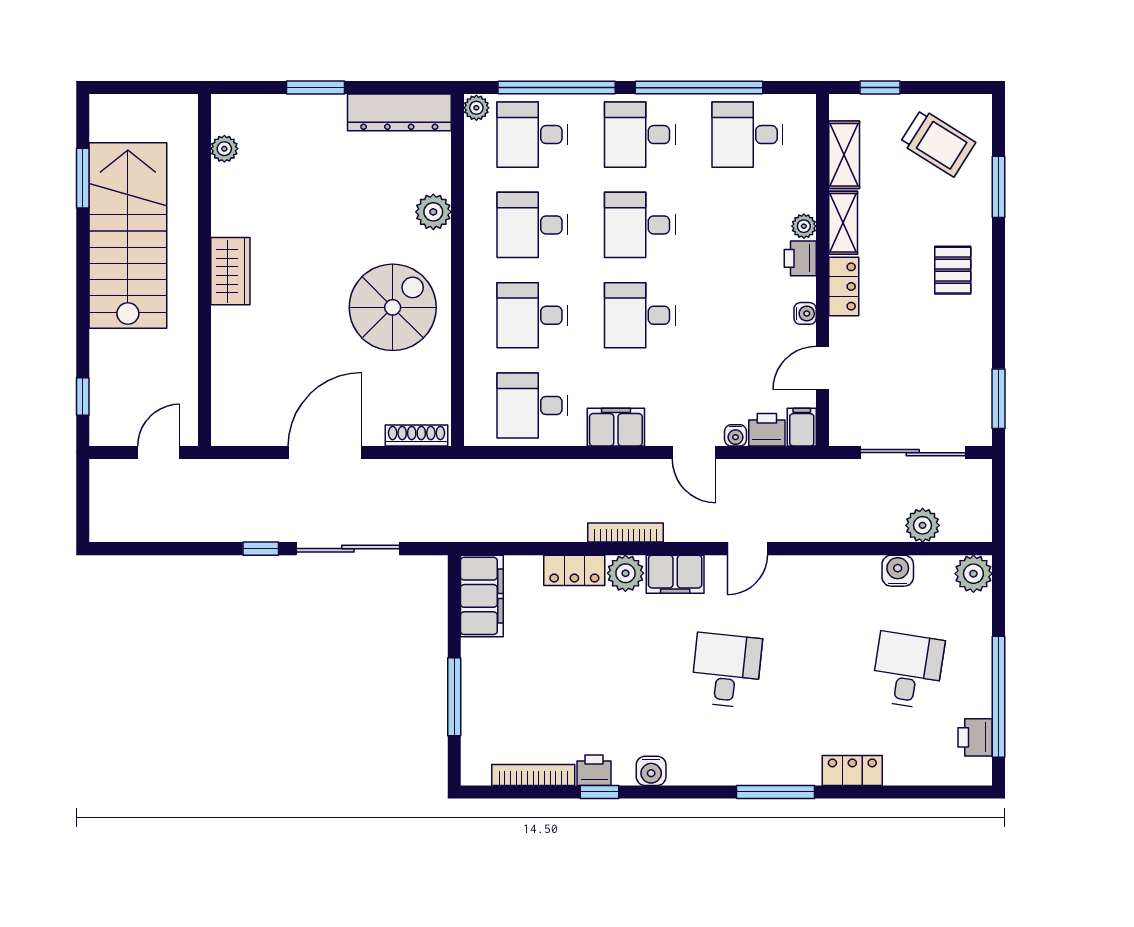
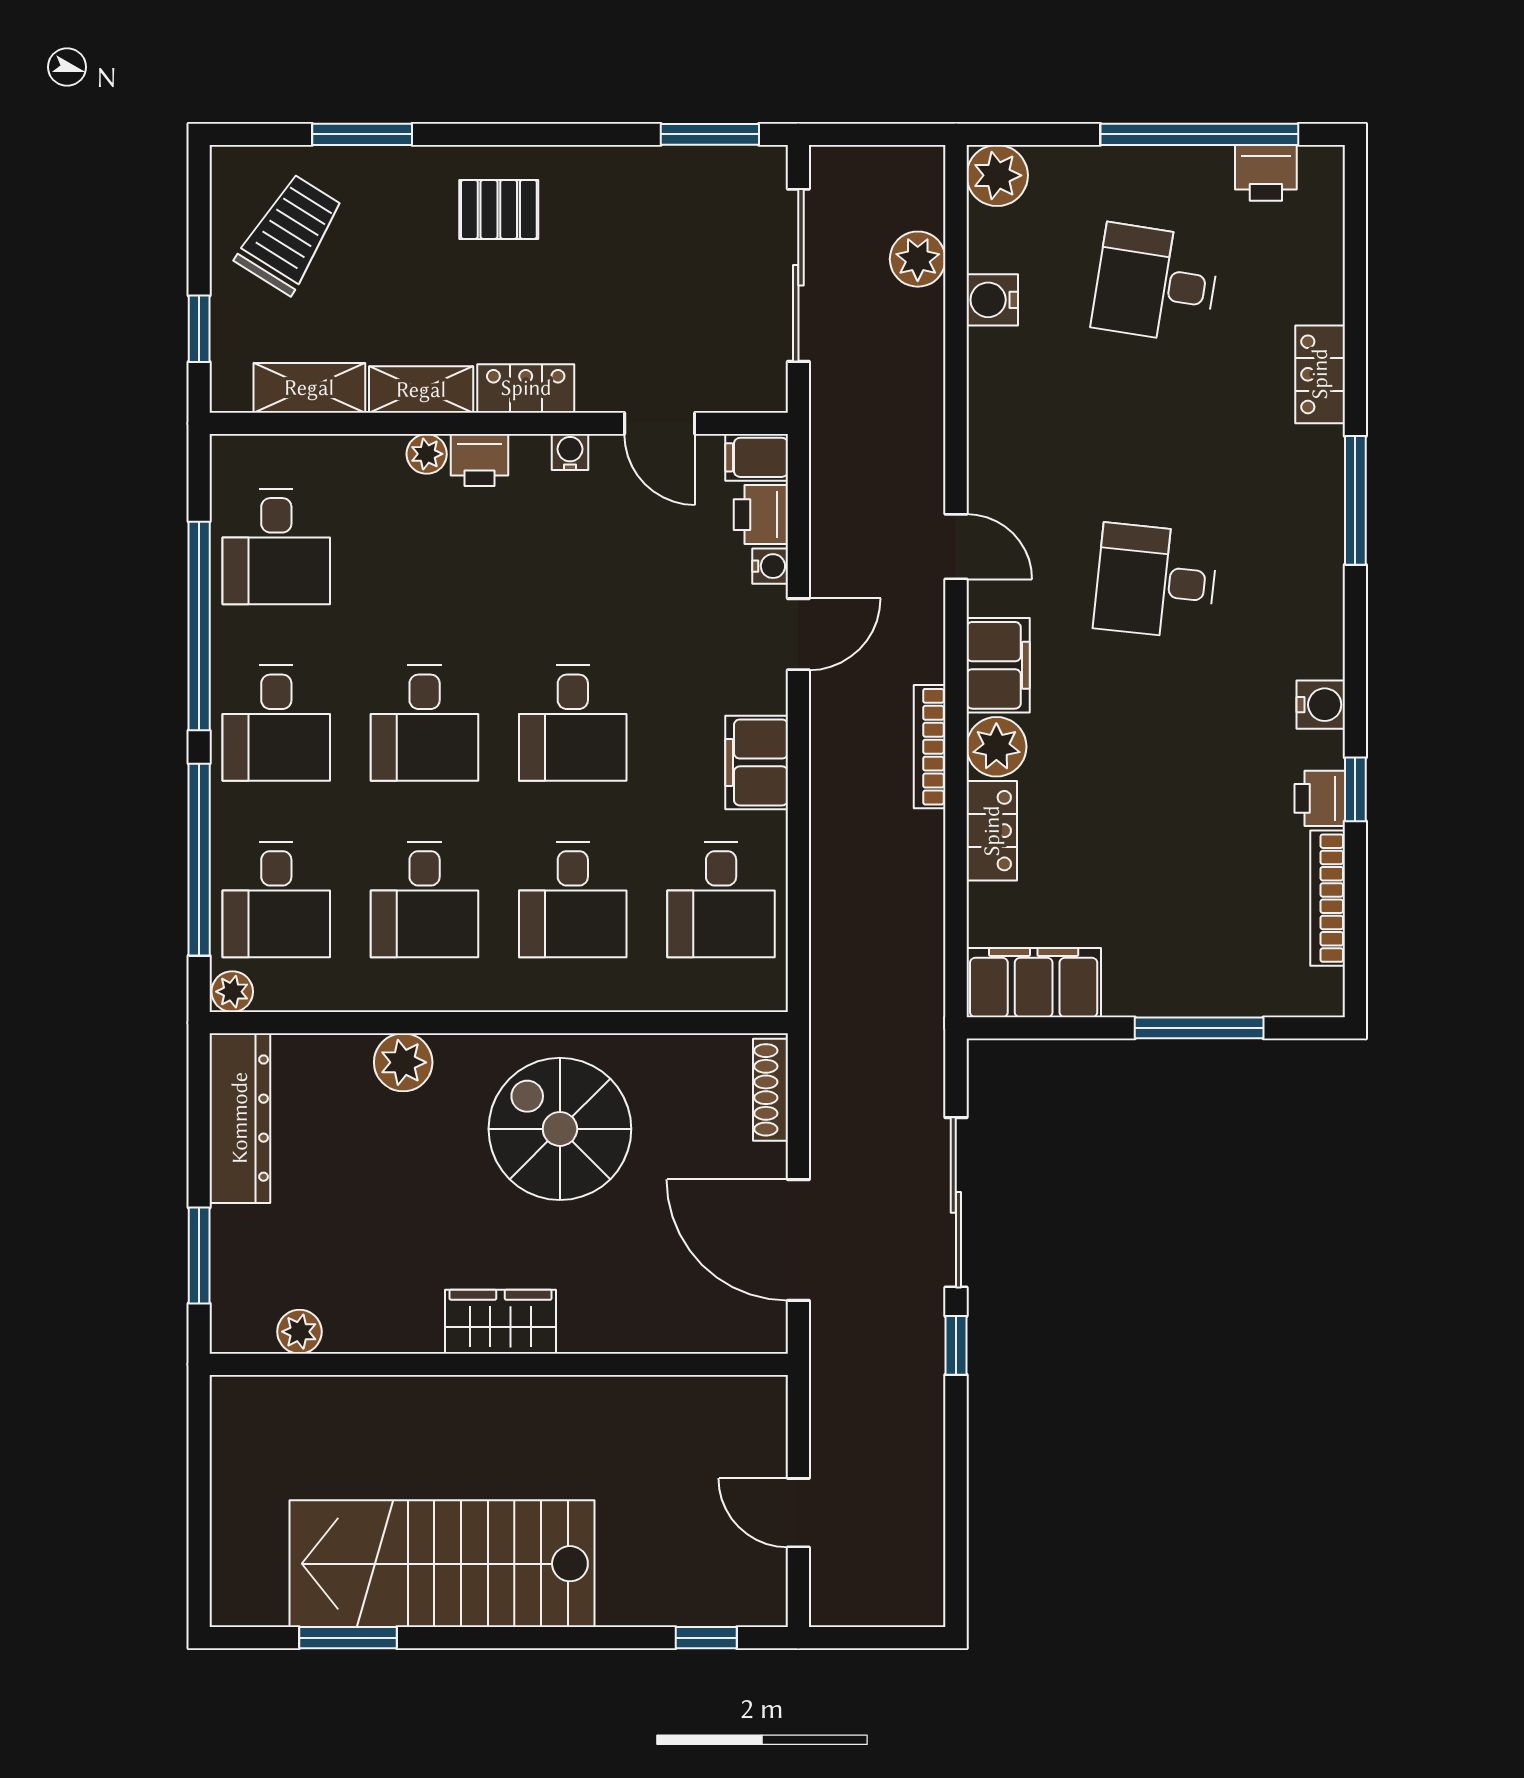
plant: (224, 149) -> (299, 1332), moved
wall: (204, 270) -> (499, 1364), moved
wardrobe: (230, 271) -> (501, 1322), moved

